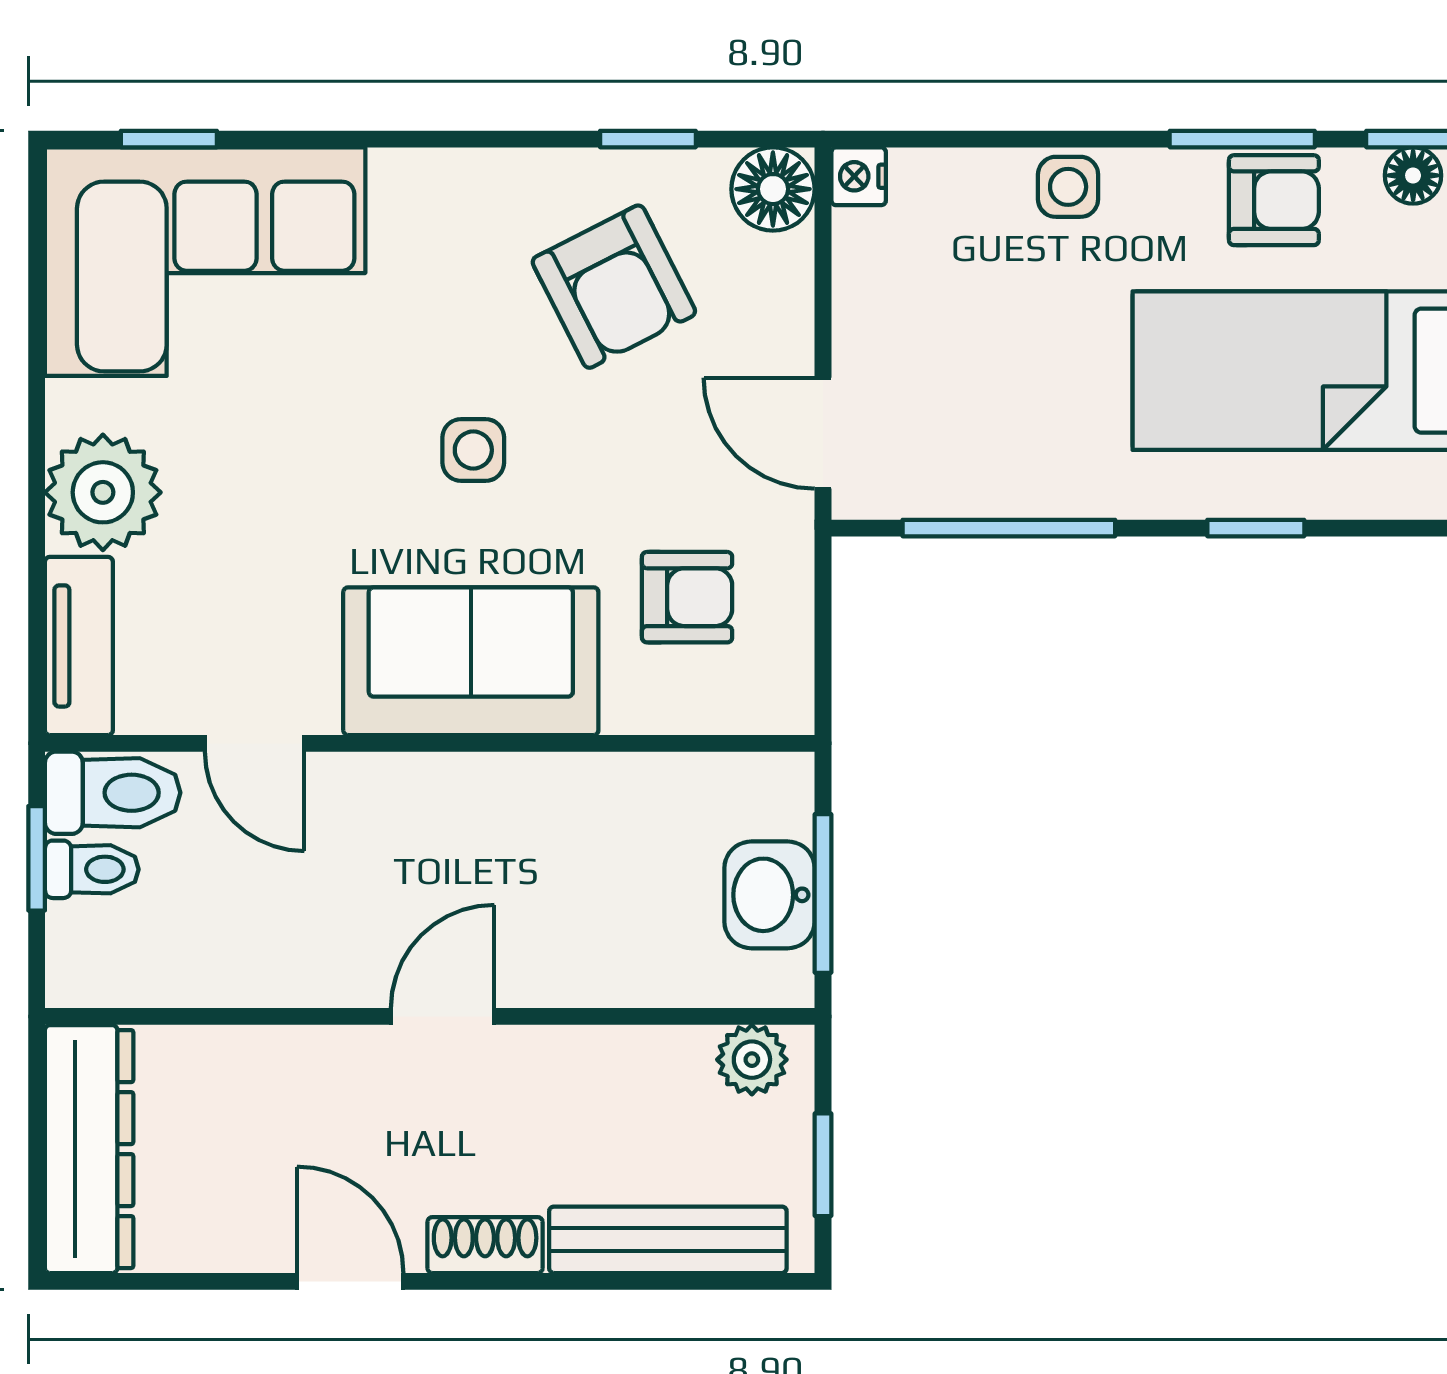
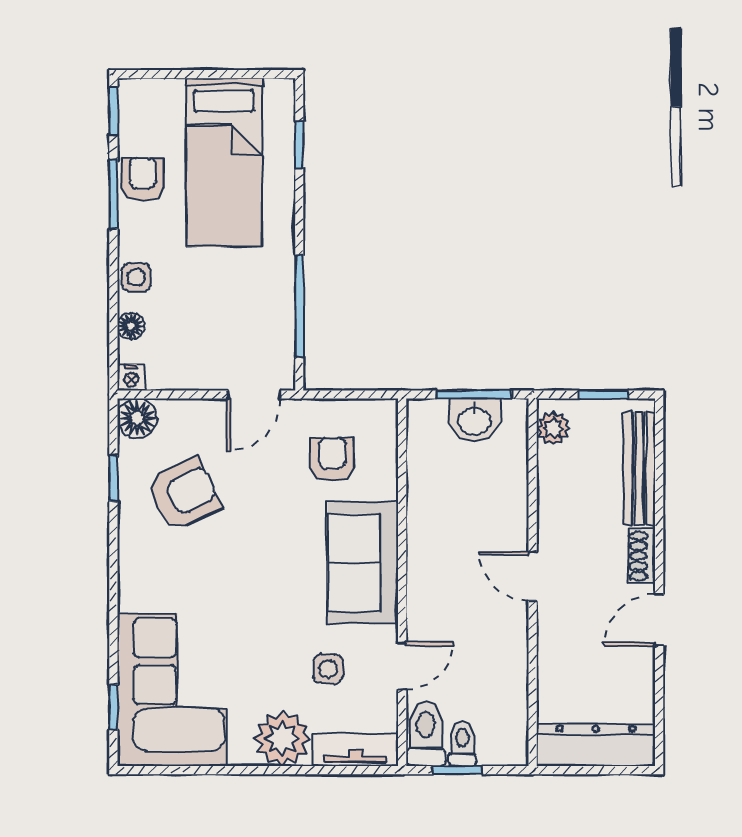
floor lamp: (1413, 175) -> (131, 326), moved
side table: (473, 450) -> (328, 669), moved
window: (1256, 528) -> (299, 145), moved

